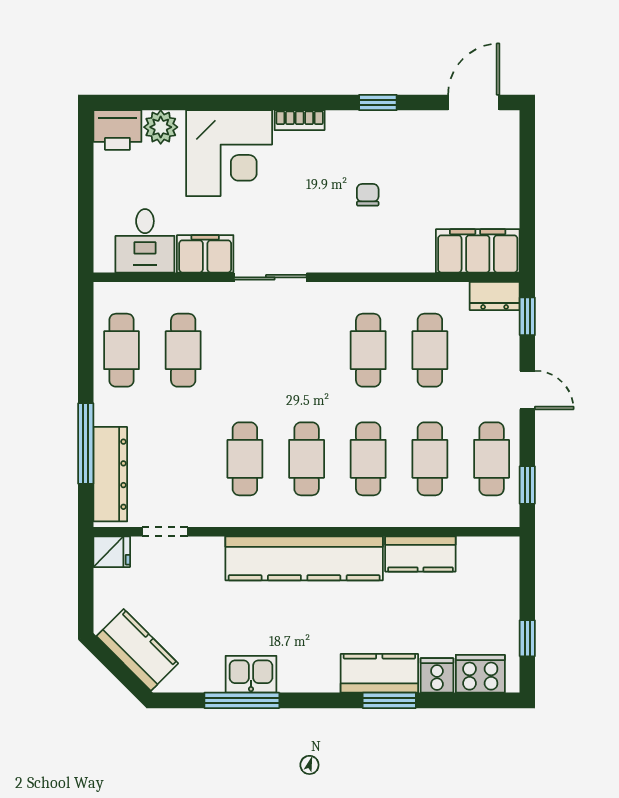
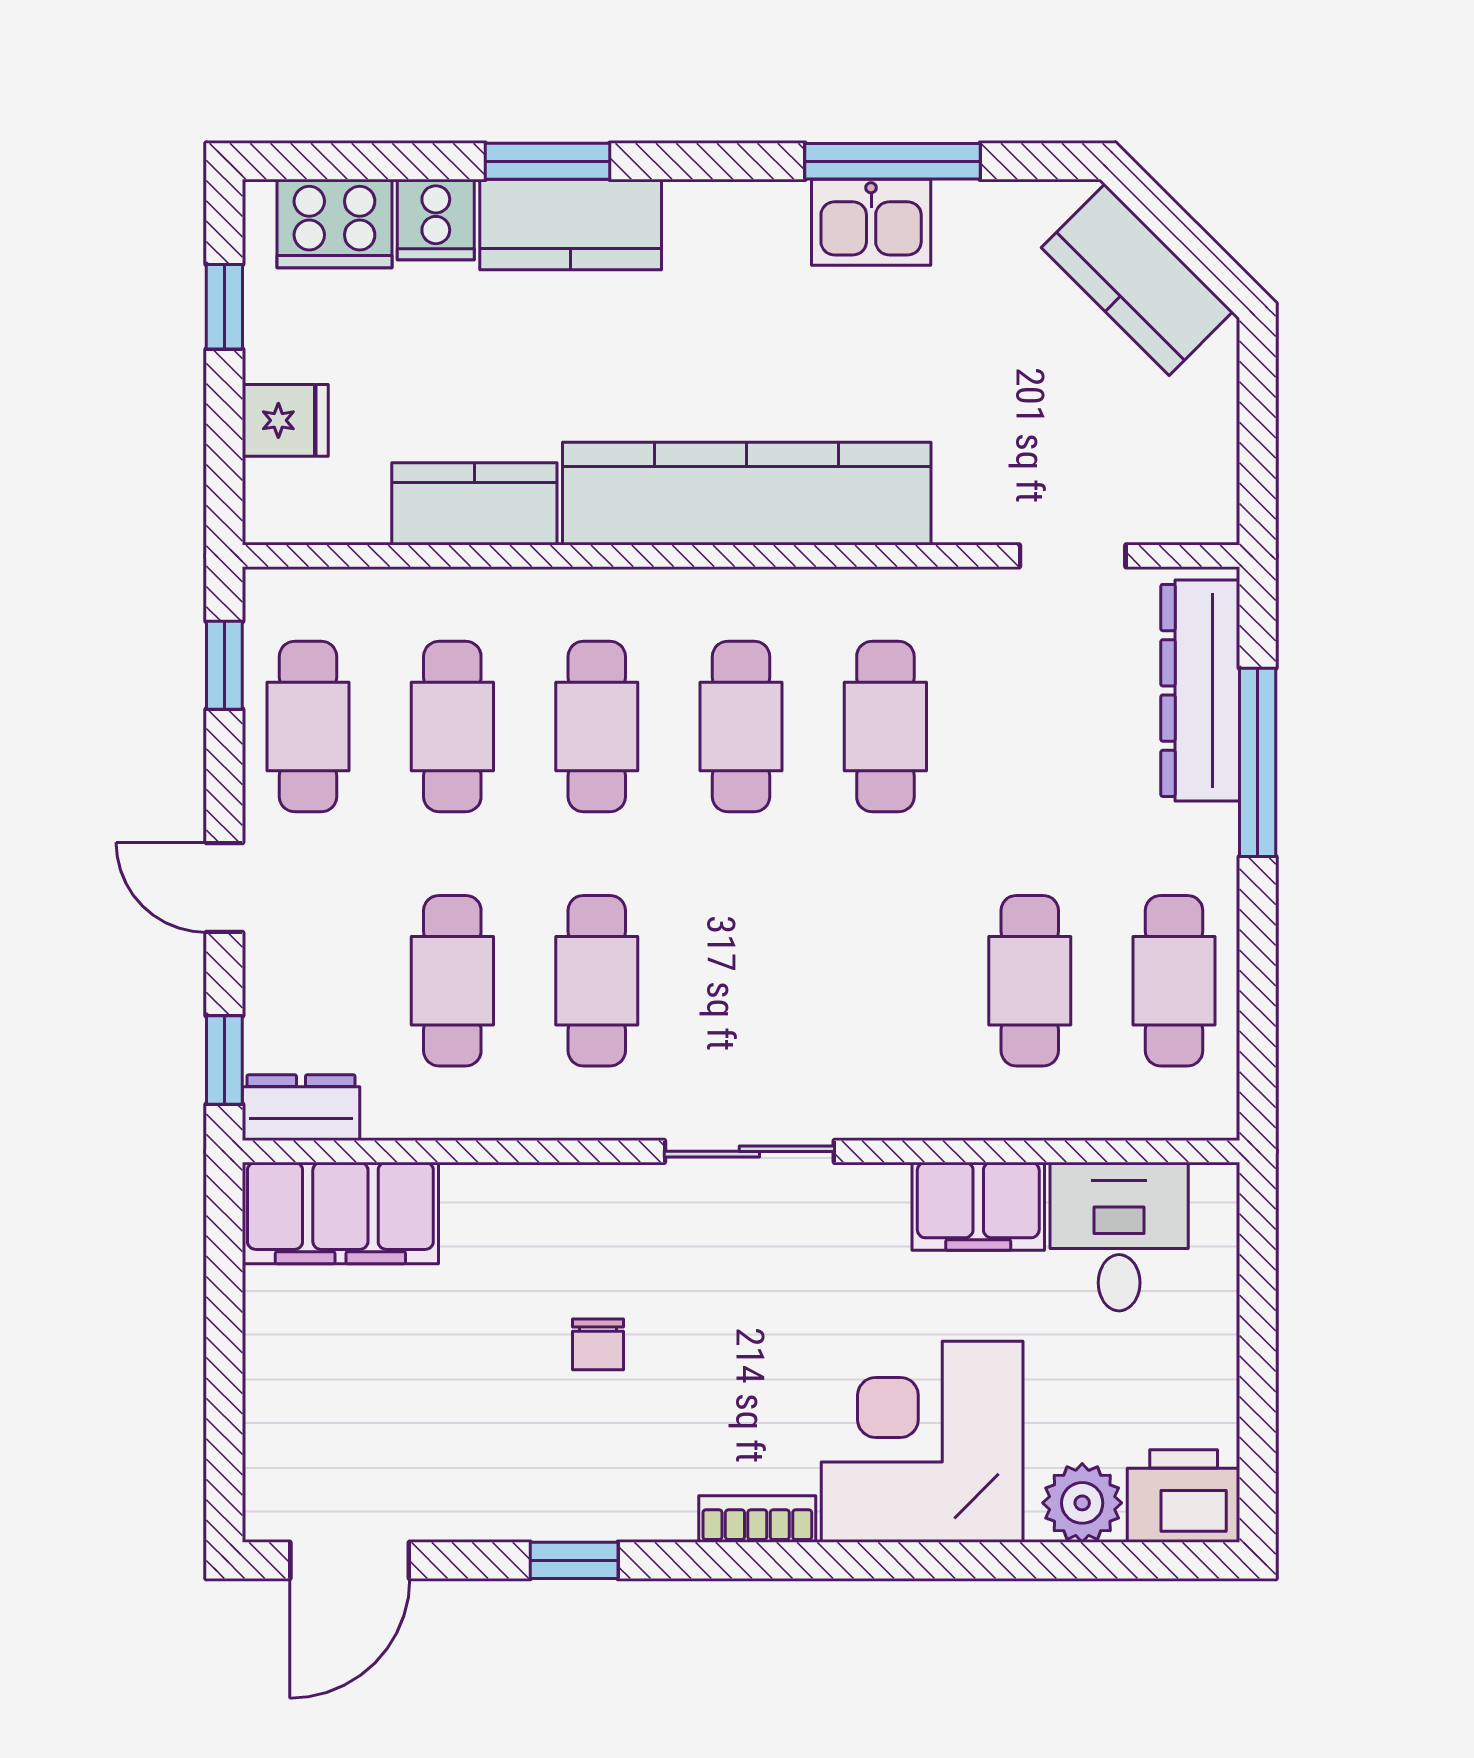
sliding door: (270, 277) -> (749, 1151), moved
fridge: (112, 552) -> (285, 420), moved, turned 180

